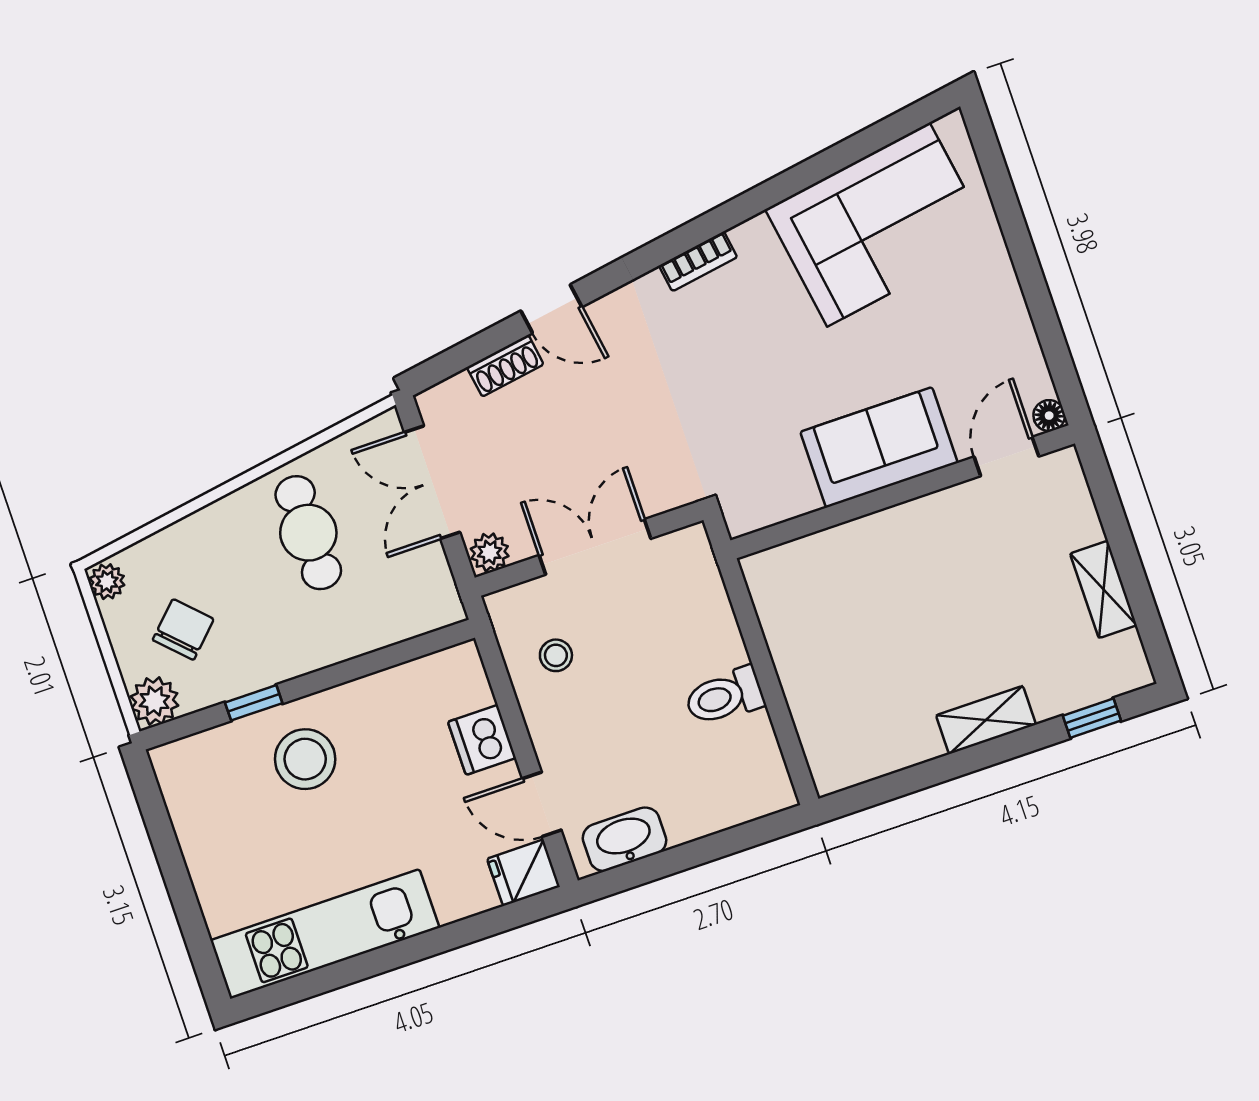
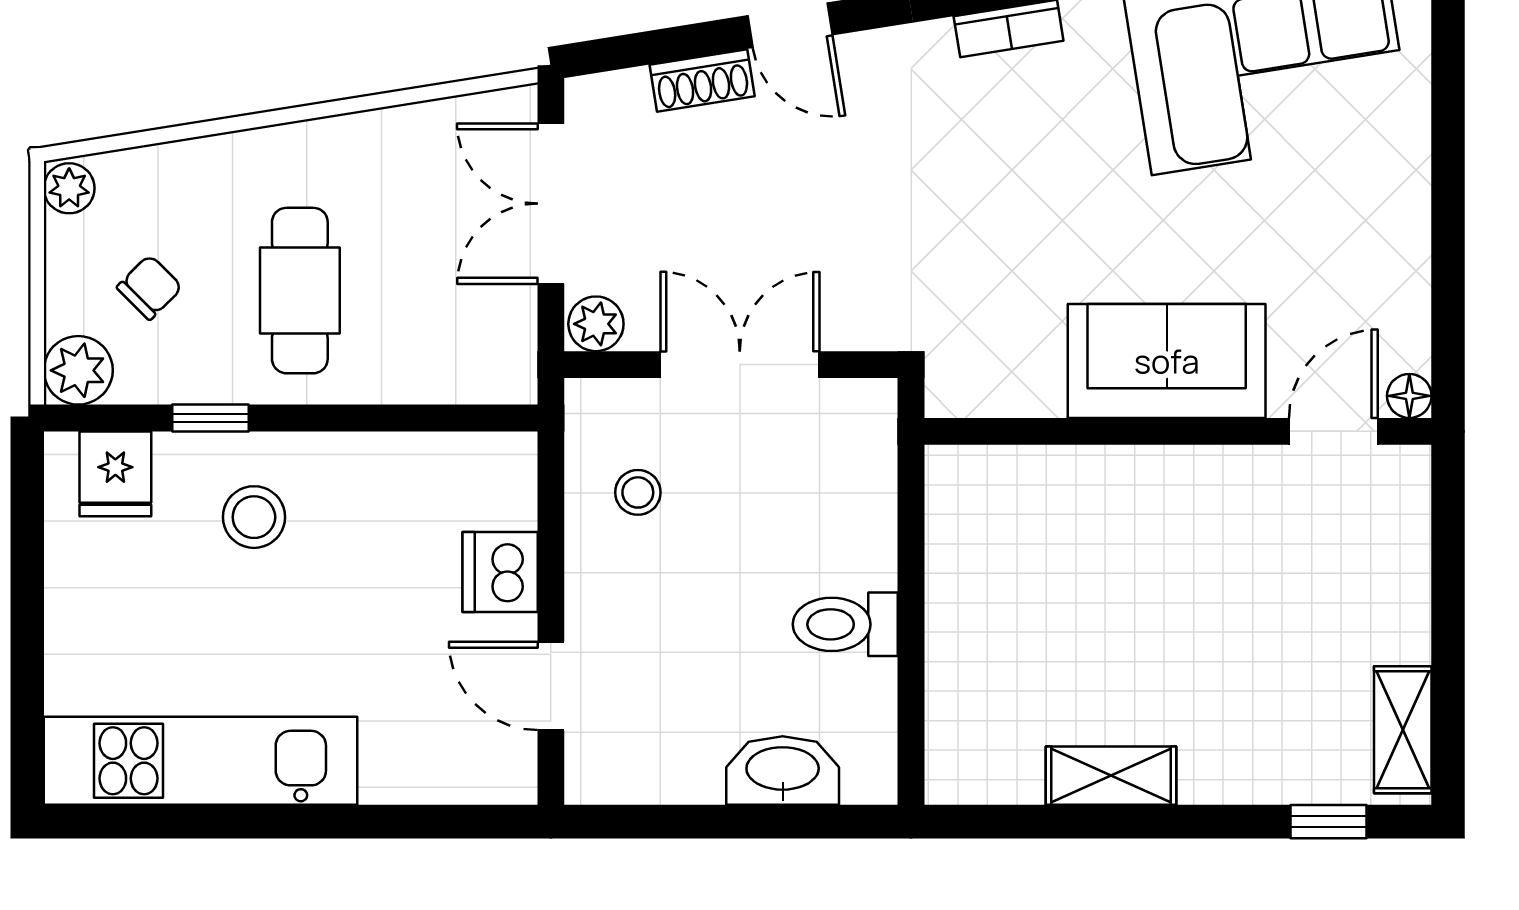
cafe table: (308, 533) -> (300, 291), moved
shelving: (1103, 589) -> (1403, 730), moved
chair: (183, 629) -> (150, 287), width x0.73, depth x0.73
shelving: (986, 720) -> (1111, 776), moved
stool: (305, 759) -> (254, 517), width x0.73, depth x0.73
washbasin: (624, 839) -> (783, 771), moved
fridge: (523, 873) -> (115, 474), moved, turned -90

